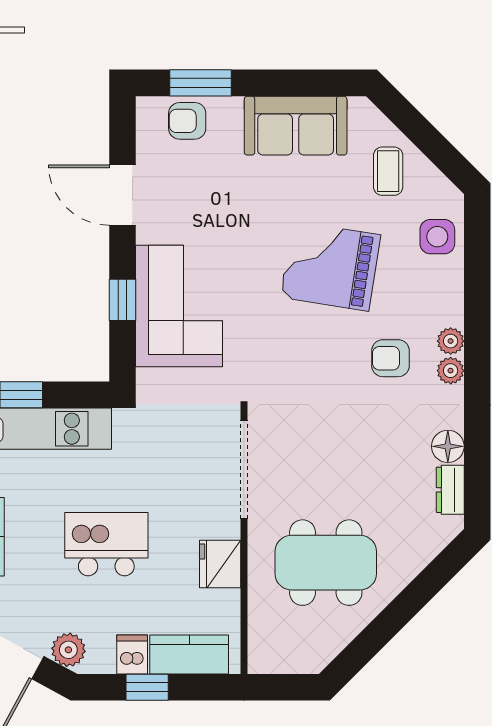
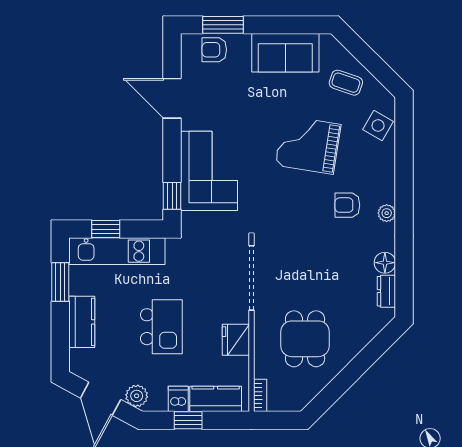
coffee table: (388, 171) -> (346, 83), turned -71
side table: (437, 237) -> (378, 125), turned 30
window: (122, 300) -> (172, 196), moved
plant: (451, 341) -> (387, 194), removed
kitchen island: (106, 544) -> (161, 327), turned 90
dining table: (326, 563) -> (305, 339), width x0.73
bookcase: (257, 649) -> (260, 395), added

